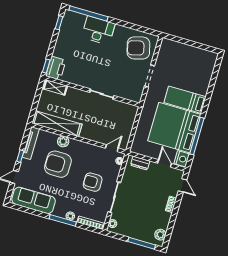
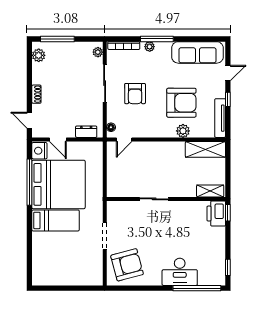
shelving: (57, 124) -> (205, 149), width x0.68
armchair: (93, 182) -> (135, 94), turned 90

